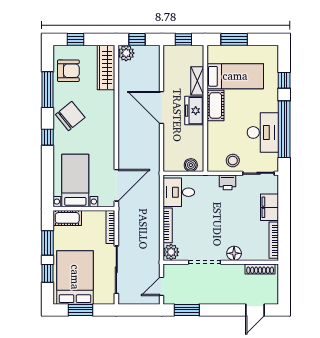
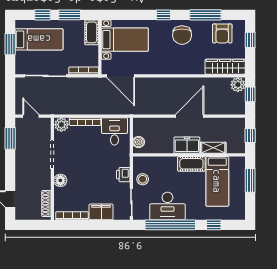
chair: (70, 116) -> (182, 35), turned 39
bed: (75, 277) -> (39, 39), width x0.67

